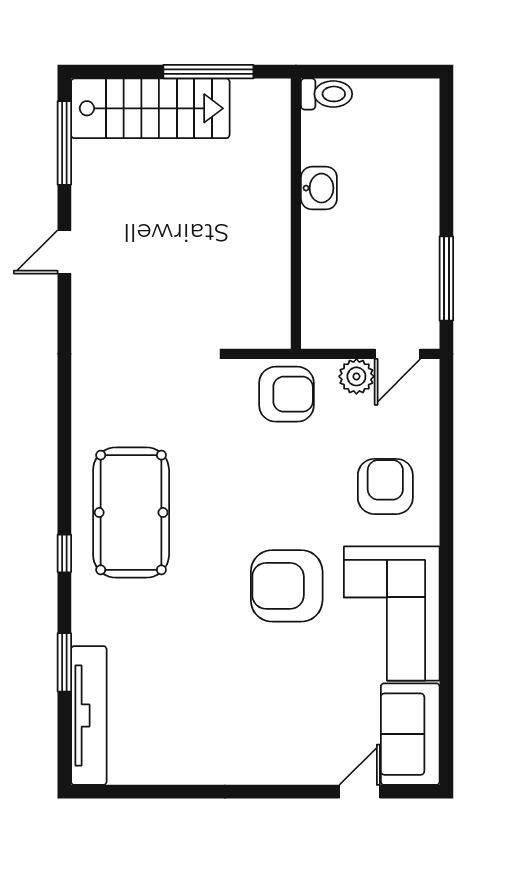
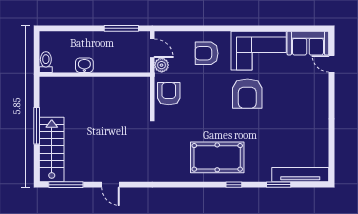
toilet: (327, 94) -> (46, 62), moved
washbasin: (319, 188) -> (84, 65), moved
wall: (296, 214) -> (95, 75), moved

